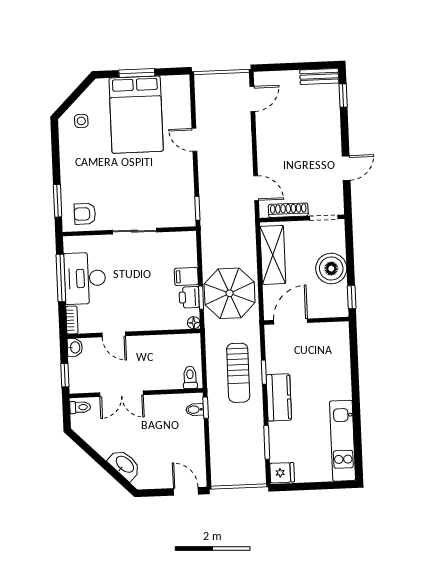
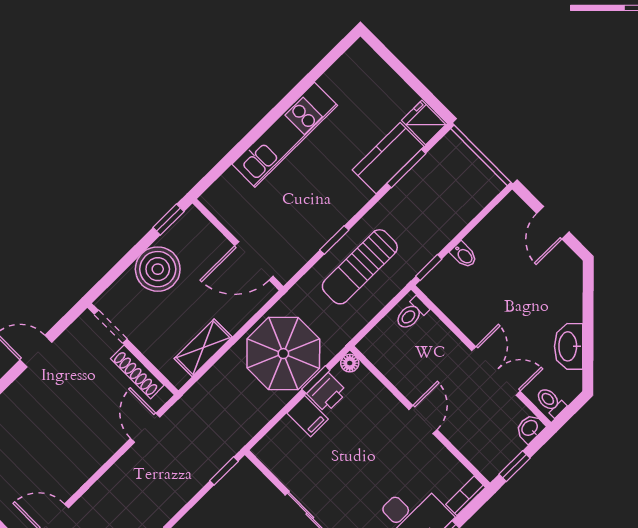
shelving: (273, 255) -> (203, 348), width x0.67, depth x0.75
door: (114, 334) -> (423, 420), moved
washbasin: (75, 347) -> (530, 428), moved
sun lounger: (238, 373) -> (360, 267), turned 180
window: (65, 375) -> (515, 466), moved
kitchen counter: (279, 397) -> (388, 158), moved
bidet: (195, 410) -> (464, 255), moved
kitchen unit: (343, 441) -> (285, 135), moved
washbasin: (125, 465) -> (569, 346), moved
door: (186, 491) -> (553, 223), moved

